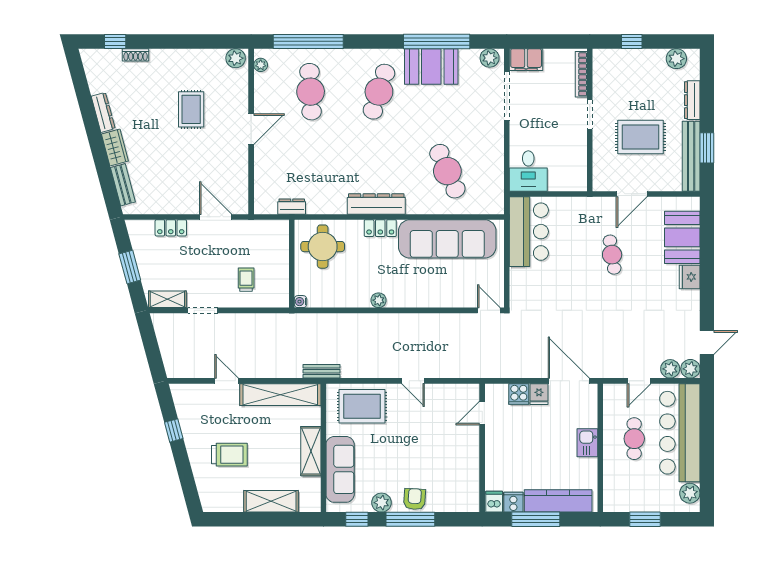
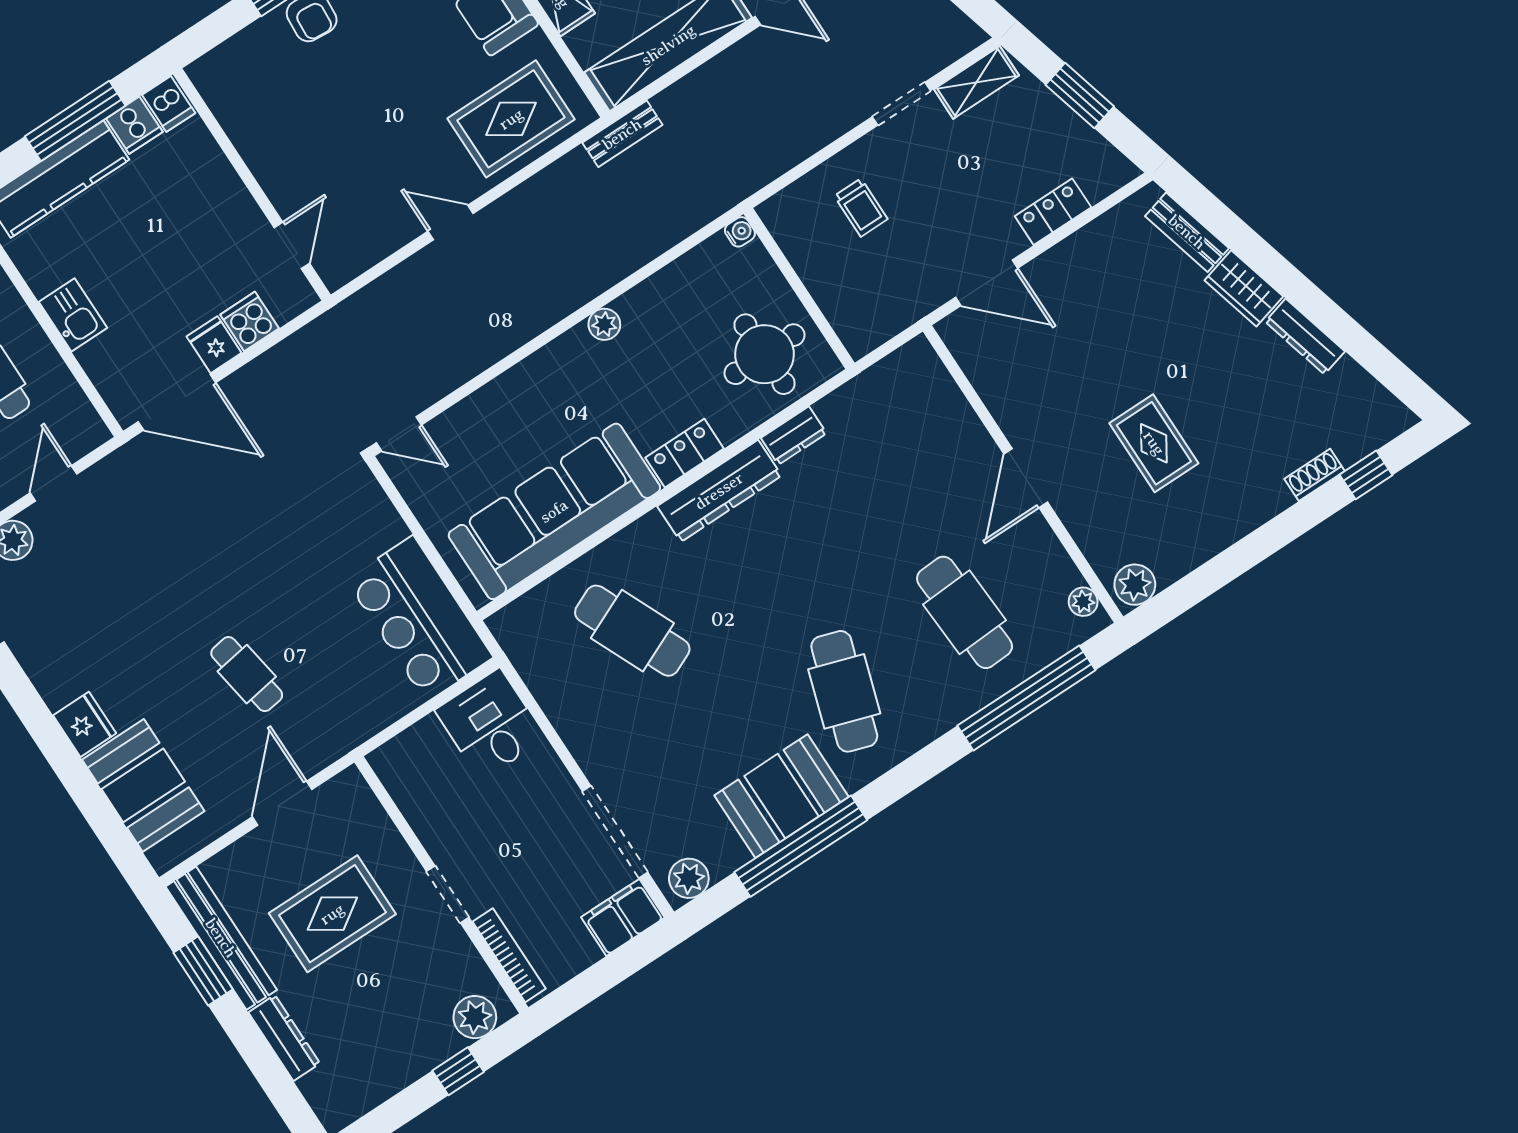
plant: (676, 59) -> (475, 1017), moved
dresser: (292, 207) -> (794, 436), moved

